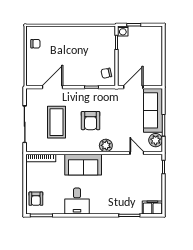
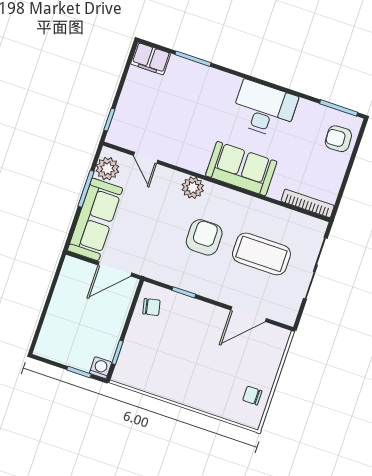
coffee table: (56, 122) -> (261, 254), turned 90
armchair: (36, 199) -> (338, 139), turned -93
desk: (77, 201) -> (264, 109), width x1.37

